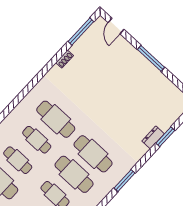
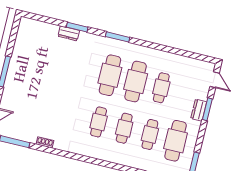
cafe table: (56, 119) -> (99, 122), width x0.73, depth x0.74
window: (165, 137) -> (77, 27), moved

